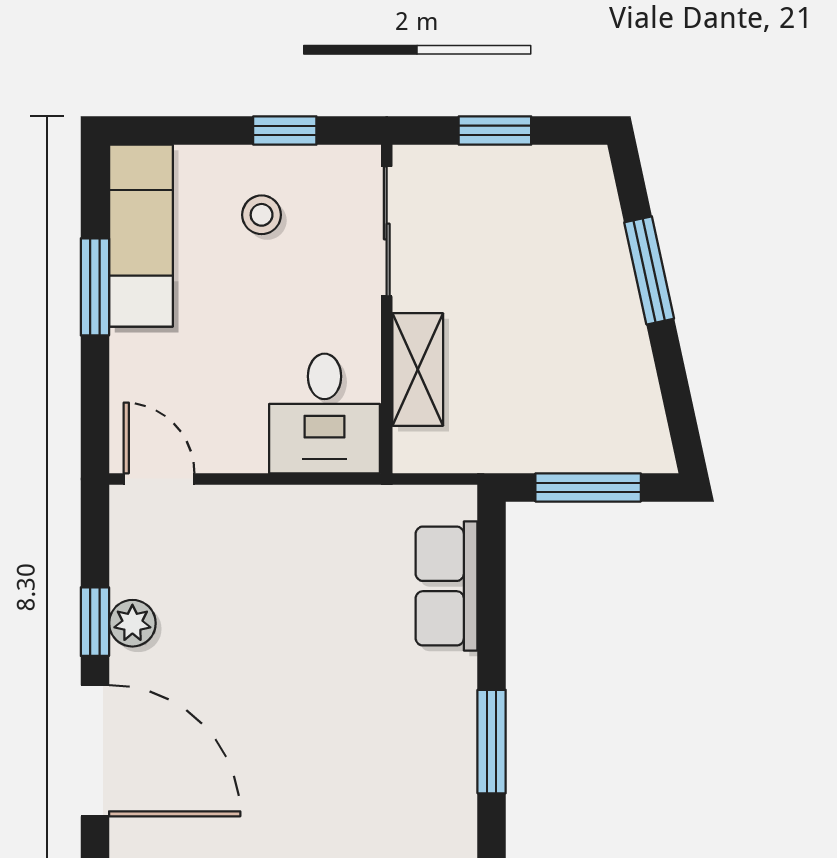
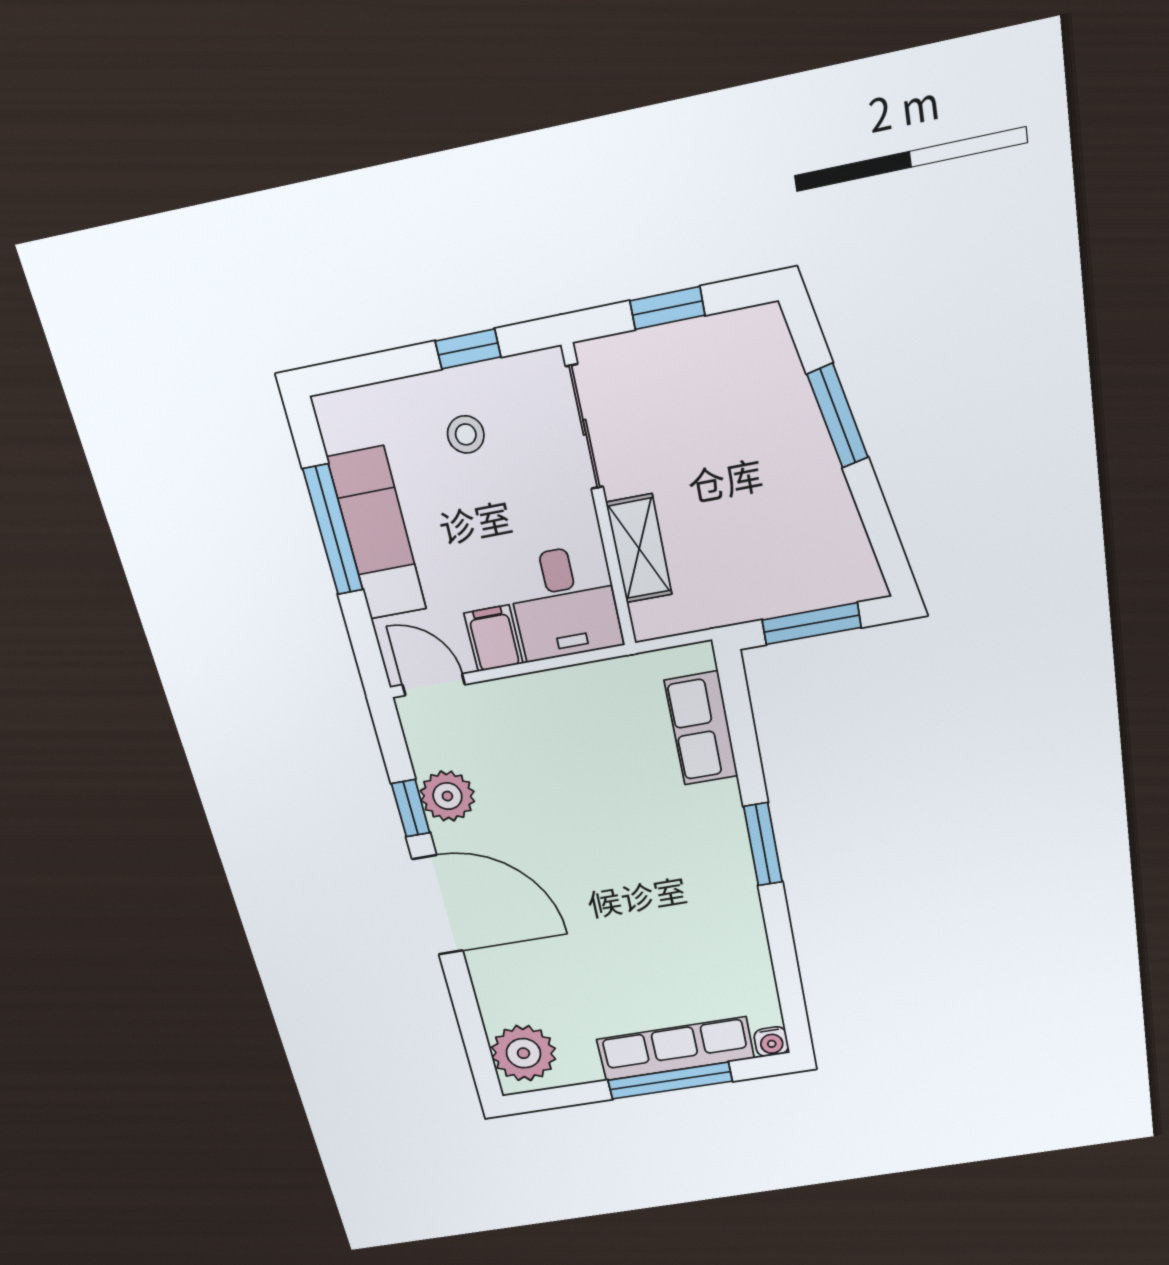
exam couch: (141, 236) -> (377, 534), moved
window: (95, 287) -> (333, 530), width x1.44
filing cabinet: (239, 439) -> (494, 638), added
plant: (132, 623) -> (447, 796), width x1.38, depth x1.38

